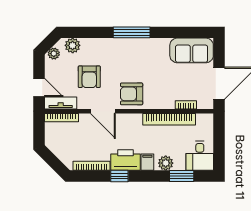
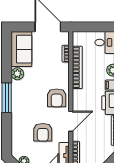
plant: (73, 45) -> (17, 74), moved
armchair: (89, 77) -> (43, 132), turned 90

